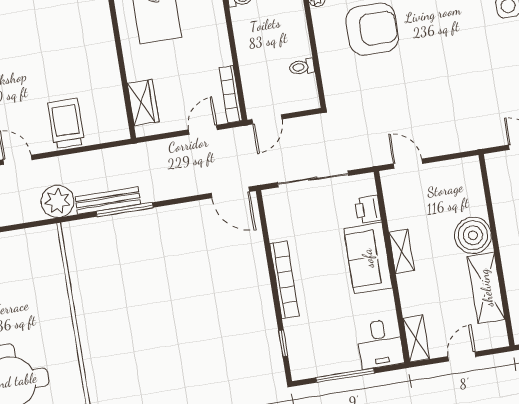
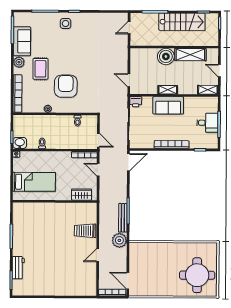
door: (408, 164) -> (129, 80), hinge flipped
printer: (368, 209) -> (136, 102), moved
desk: (380, 344) -> (207, 123), moved

